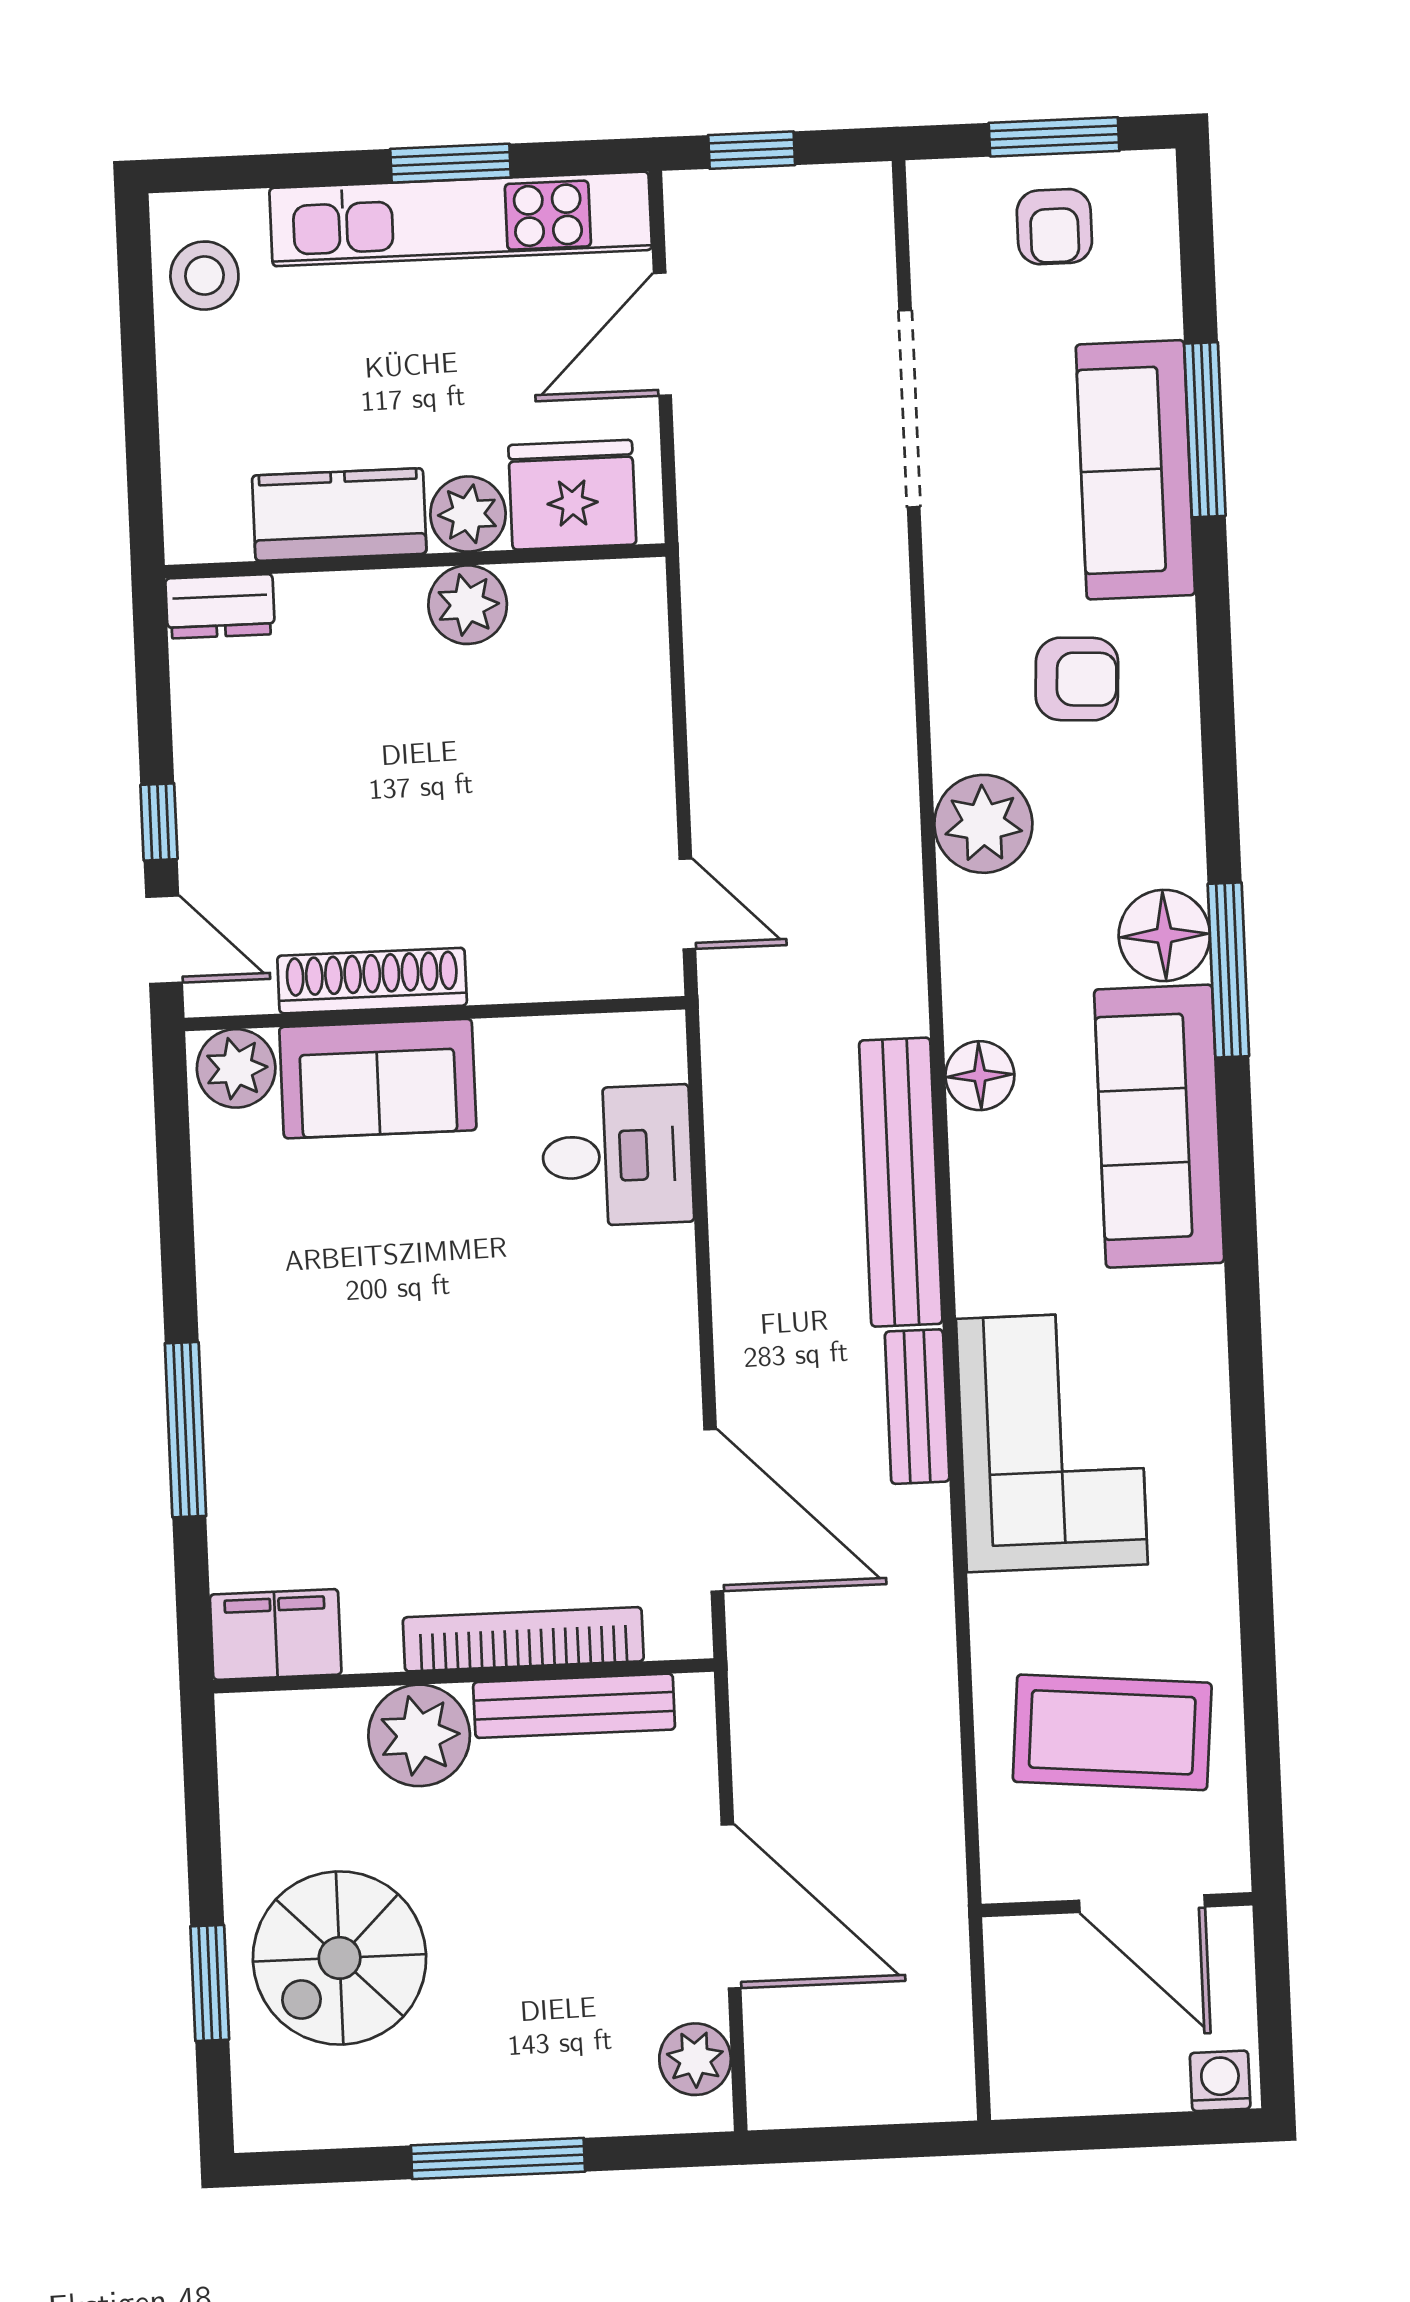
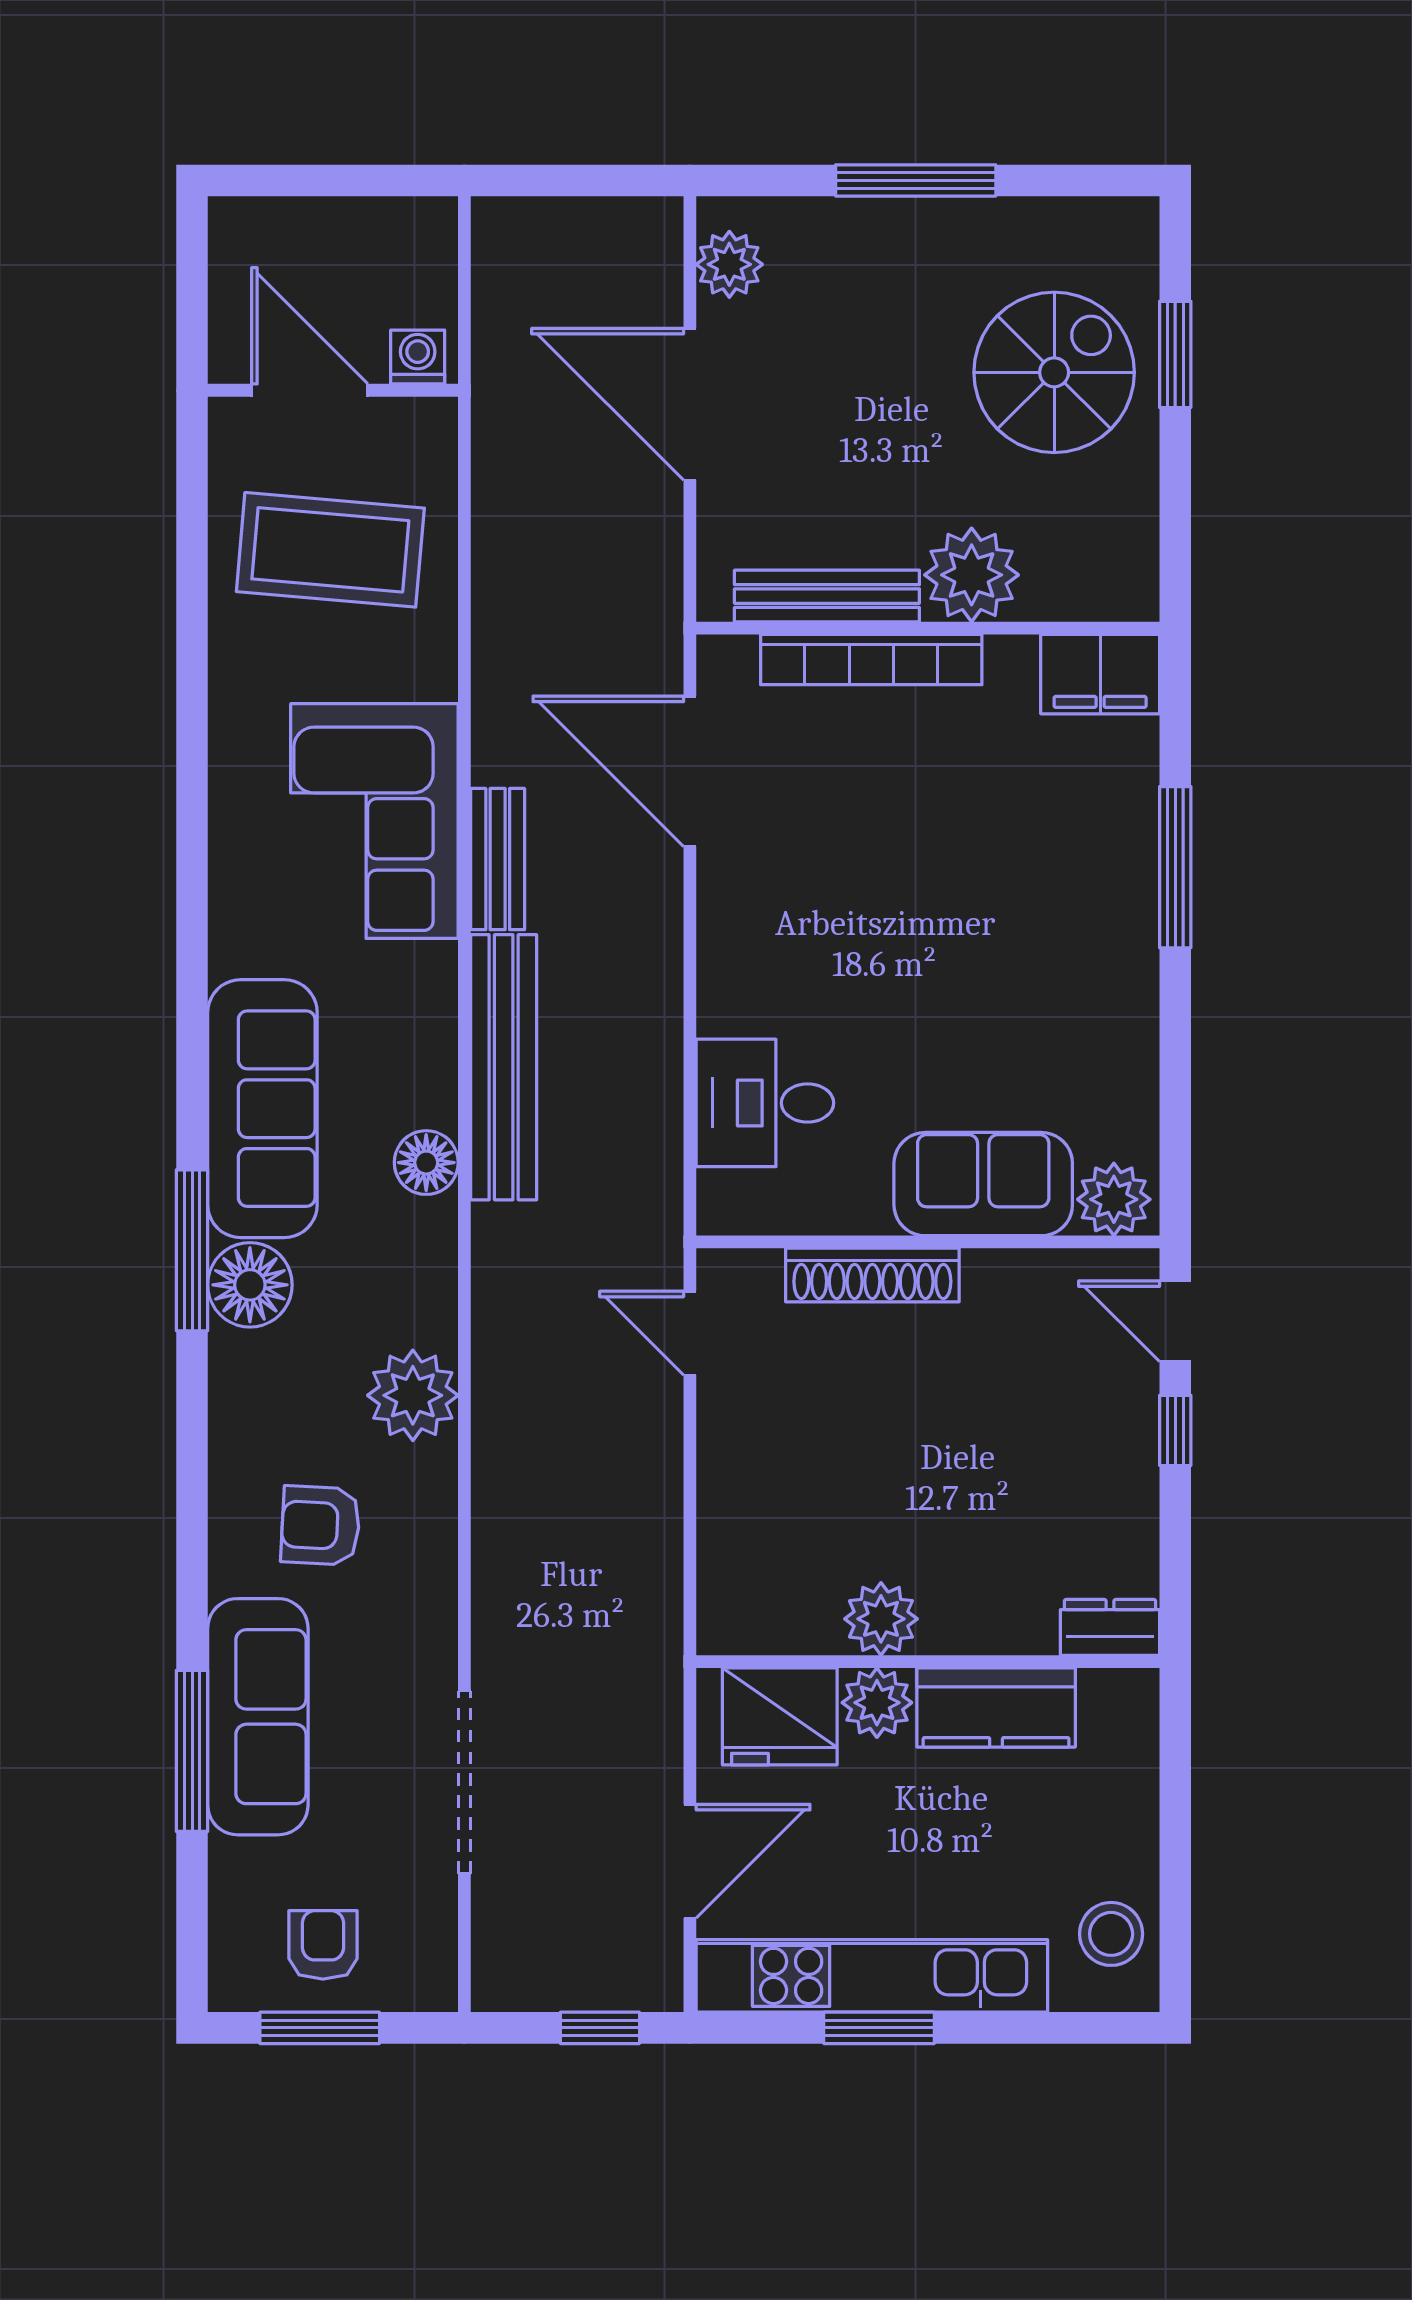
shoe rack: (372, 981) -> (872, 1275), moved
washing machine: (1220, 2081) -> (418, 357), moved, turned 180

